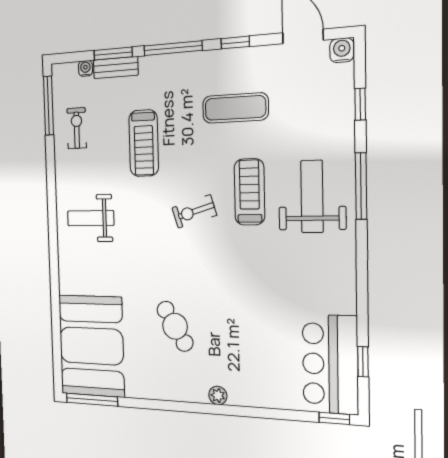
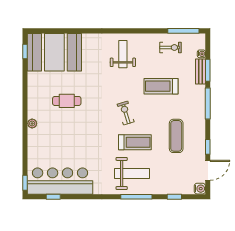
window: (235, 43) -> (208, 147), moved
cafe table: (175, 326) -> (67, 101), turned 31
bar counter: (330, 364) -> (60, 181), width x1.36
window: (92, 400) -> (25, 51), width x0.46

